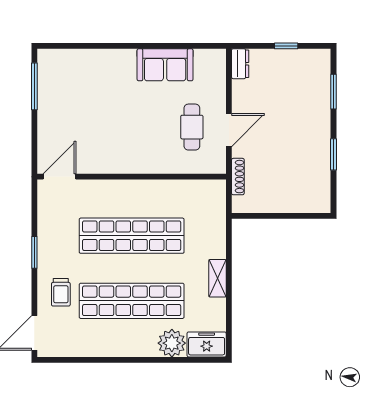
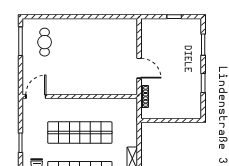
dresser: (240, 64) -> (146, 28), removed
sofa: (165, 65) -> (100, 28), removed
cafe table: (192, 127) -> (45, 42), moved
door: (229, 130) -> (139, 68), hinge flipped

